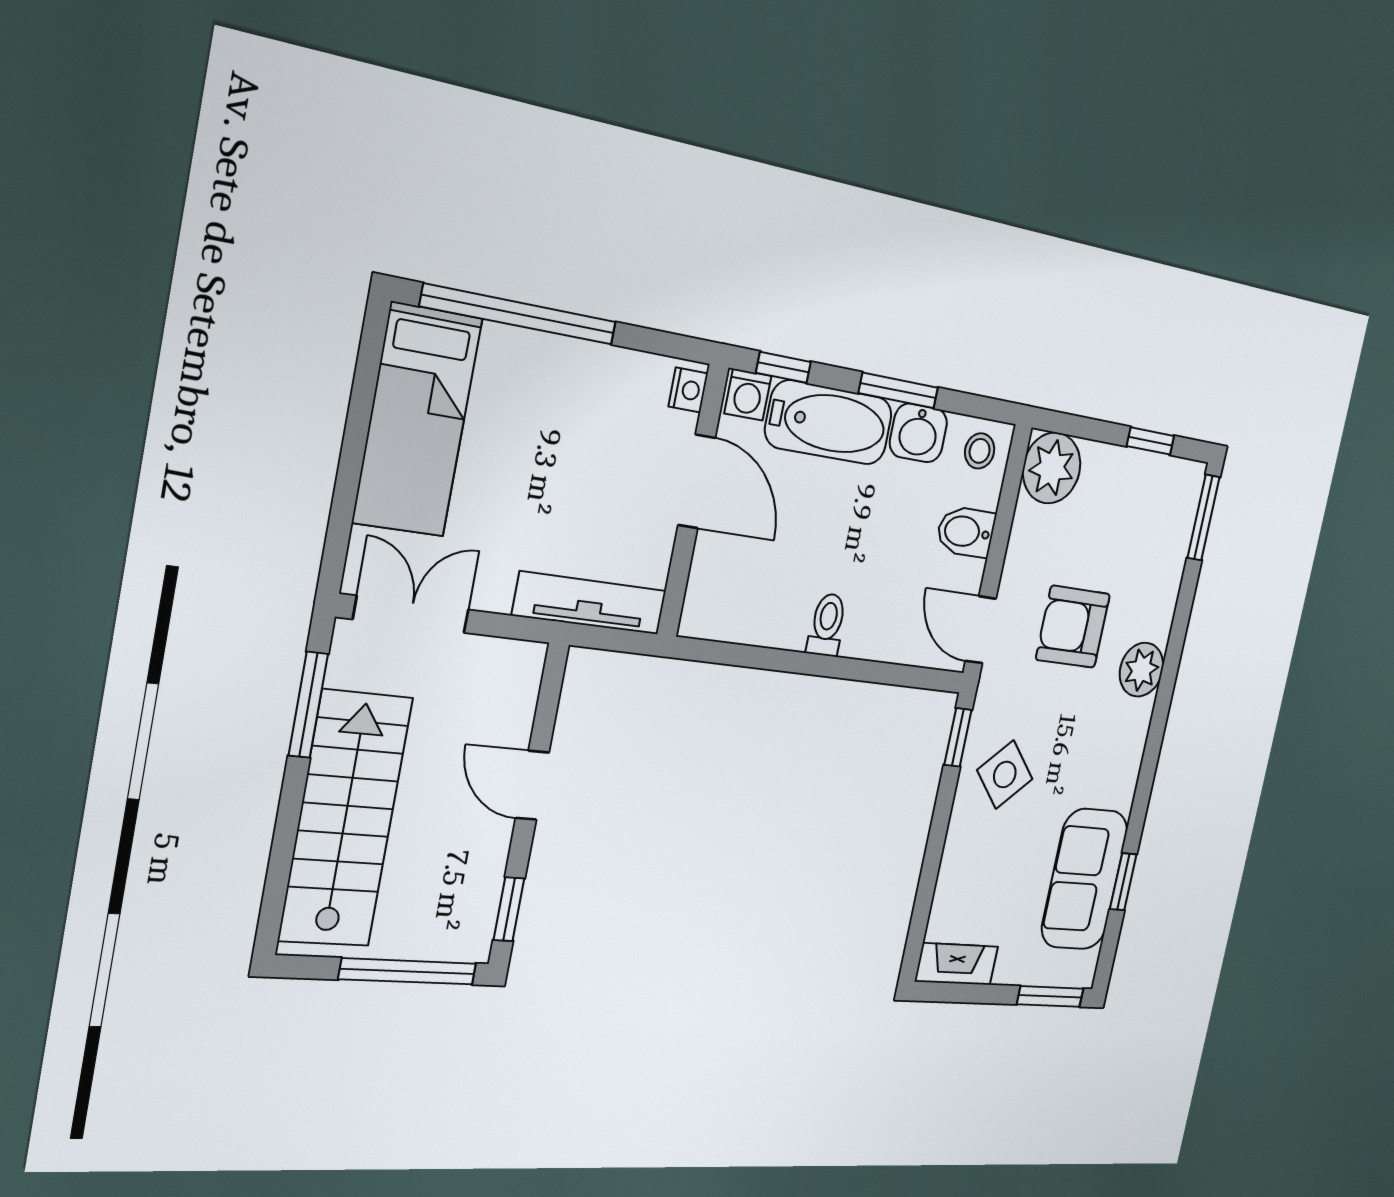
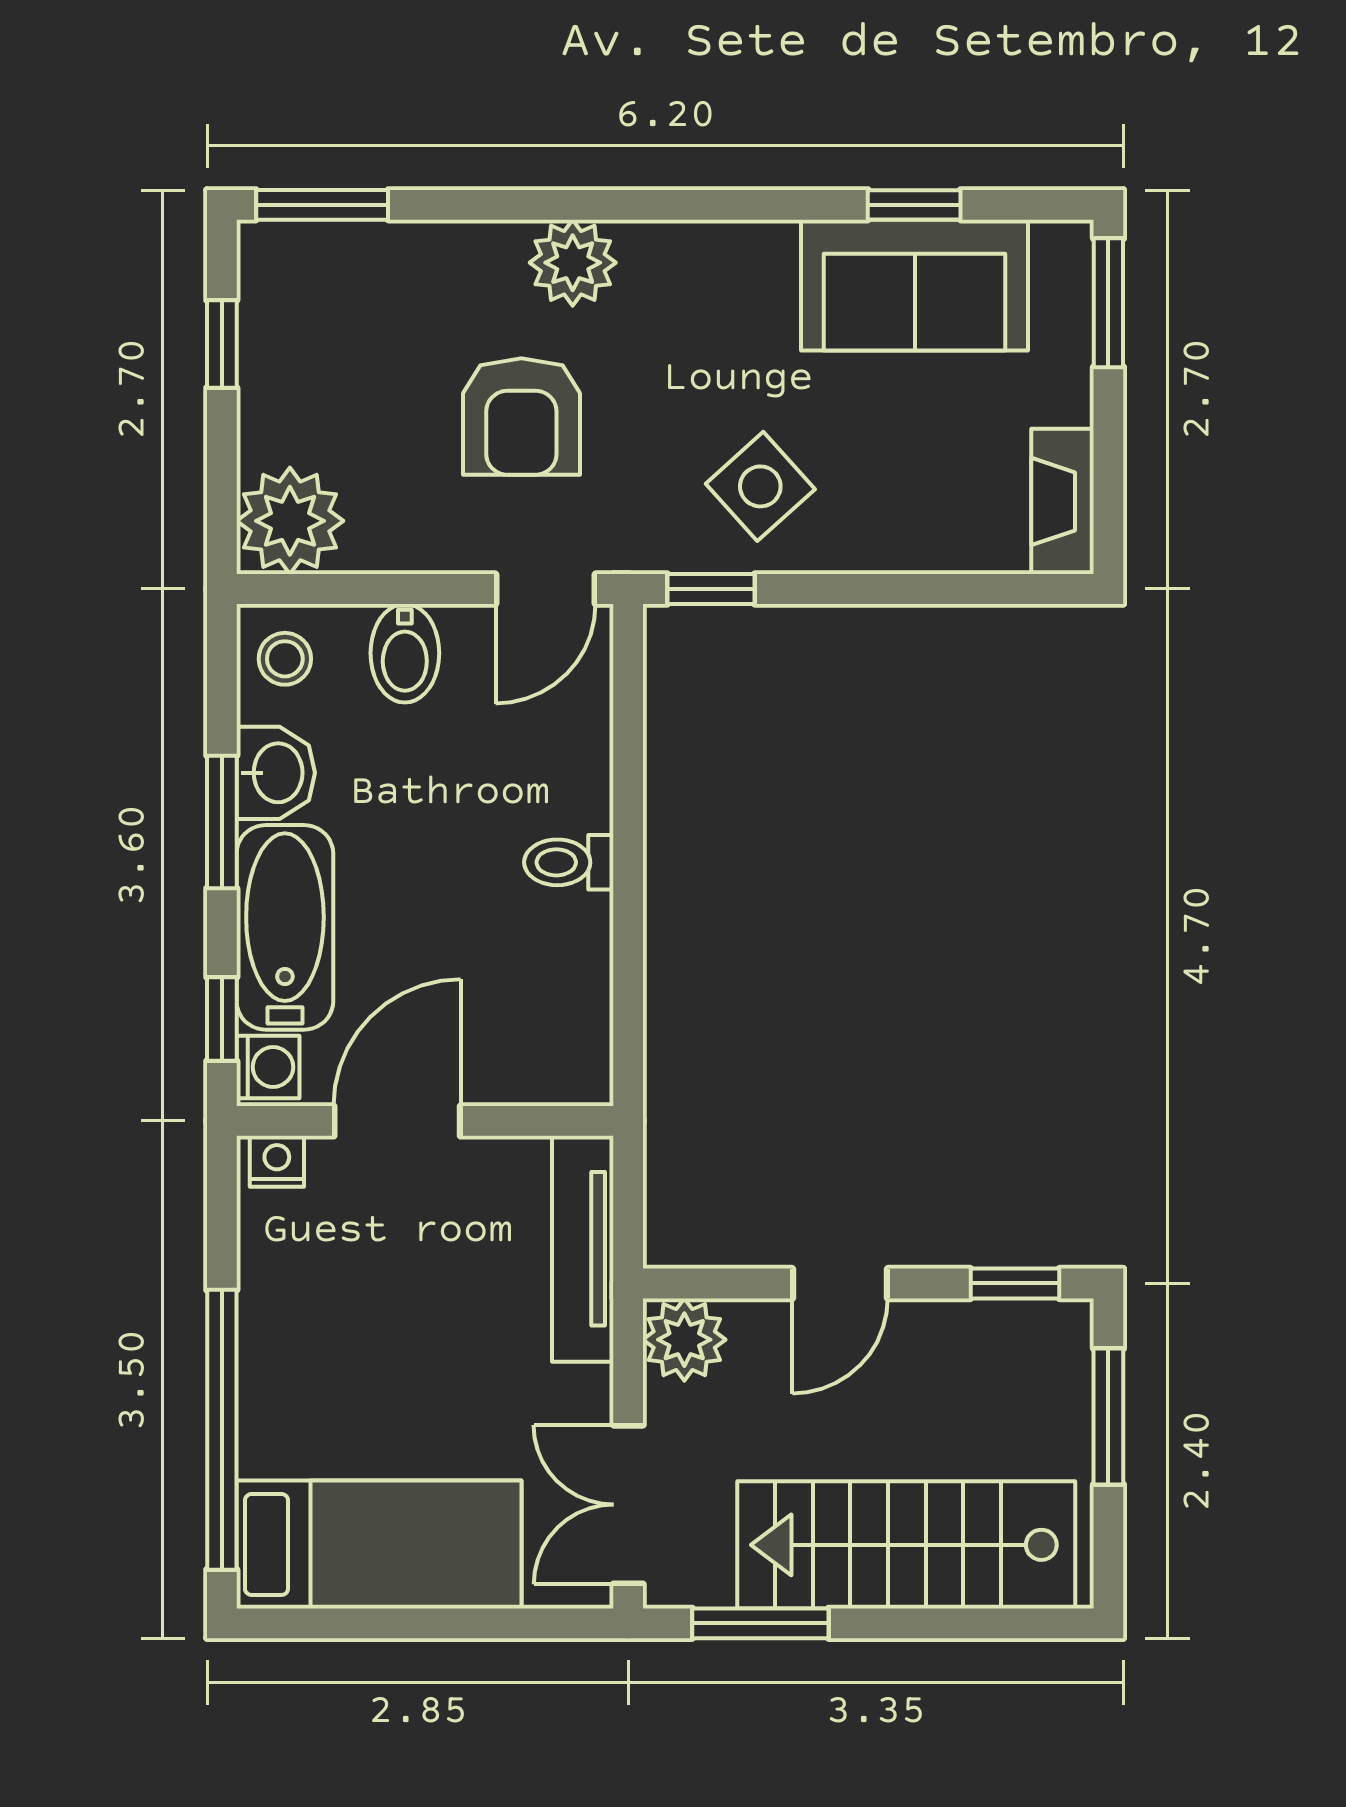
plant: (516, 669) -> (684, 1340), added
window: (408, 971) -> (1108, 1416), width x0.69

